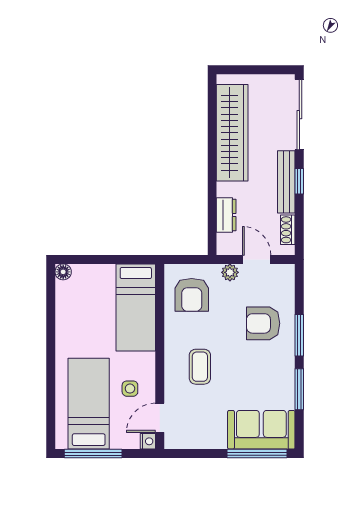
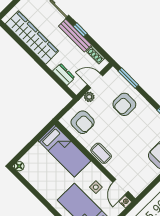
window: (299, 335) -> (128, 78), moved
coffee table: (200, 367) -> (101, 153), moved

